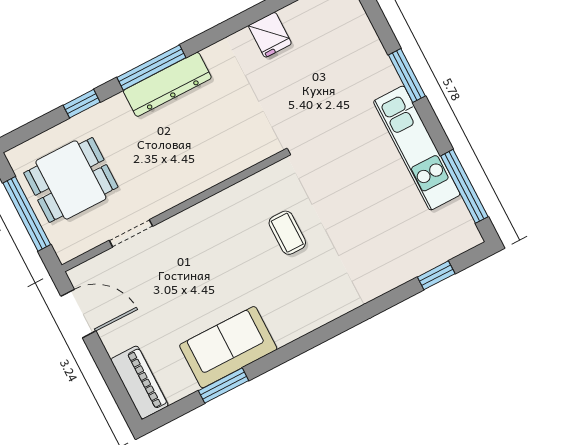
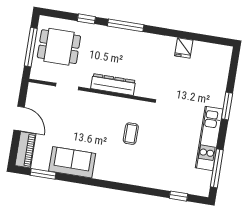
dresser: (167, 84) -> (113, 85), moved, turned 180
door: (78, 314) -> (19, 119), moved
window: (223, 386) -> (43, 174), moved

